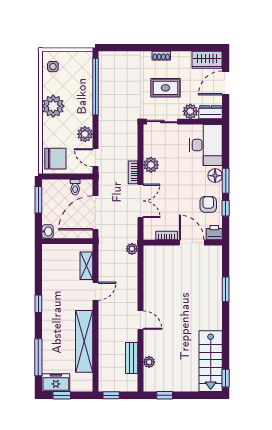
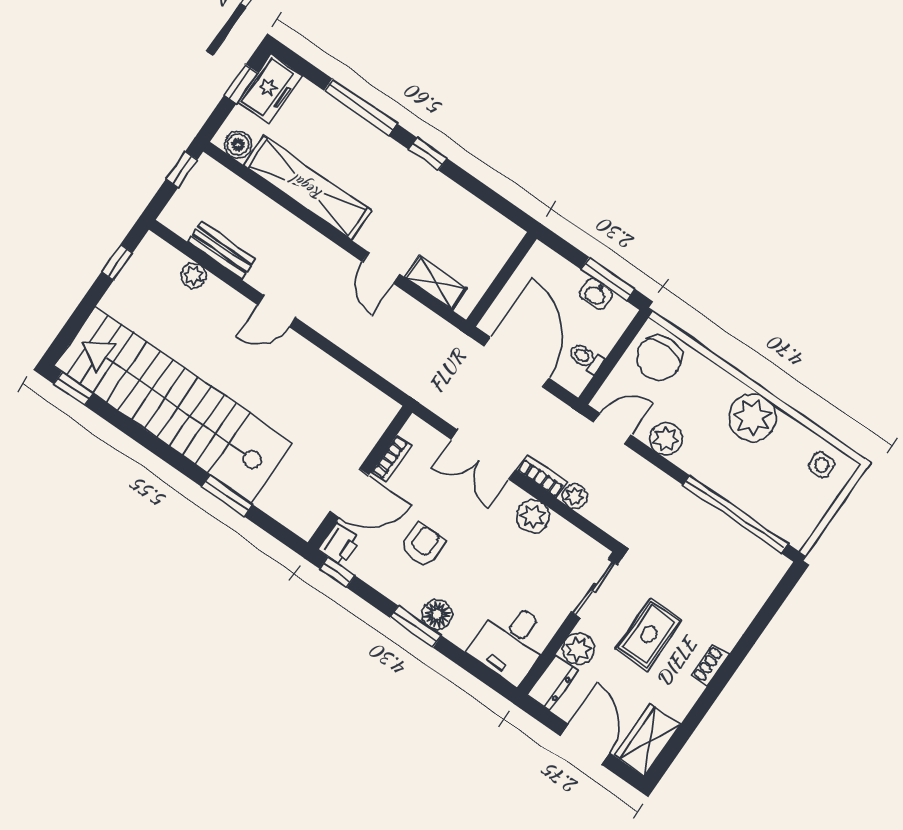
desk: (206, 145) -> (511, 642), width x0.73
armchair: (208, 204) -> (423, 545), moved, turned -90
window: (226, 208) -> (337, 572), moved
washbasin: (48, 231) -> (596, 294), moved
plant: (132, 249) -> (575, 496), moved
window: (38, 357) -> (360, 107), moved
stairs: (211, 361) -> (173, 405), width x1.86, depth x1.51
boiler: (86, 380) -> (238, 145), added

